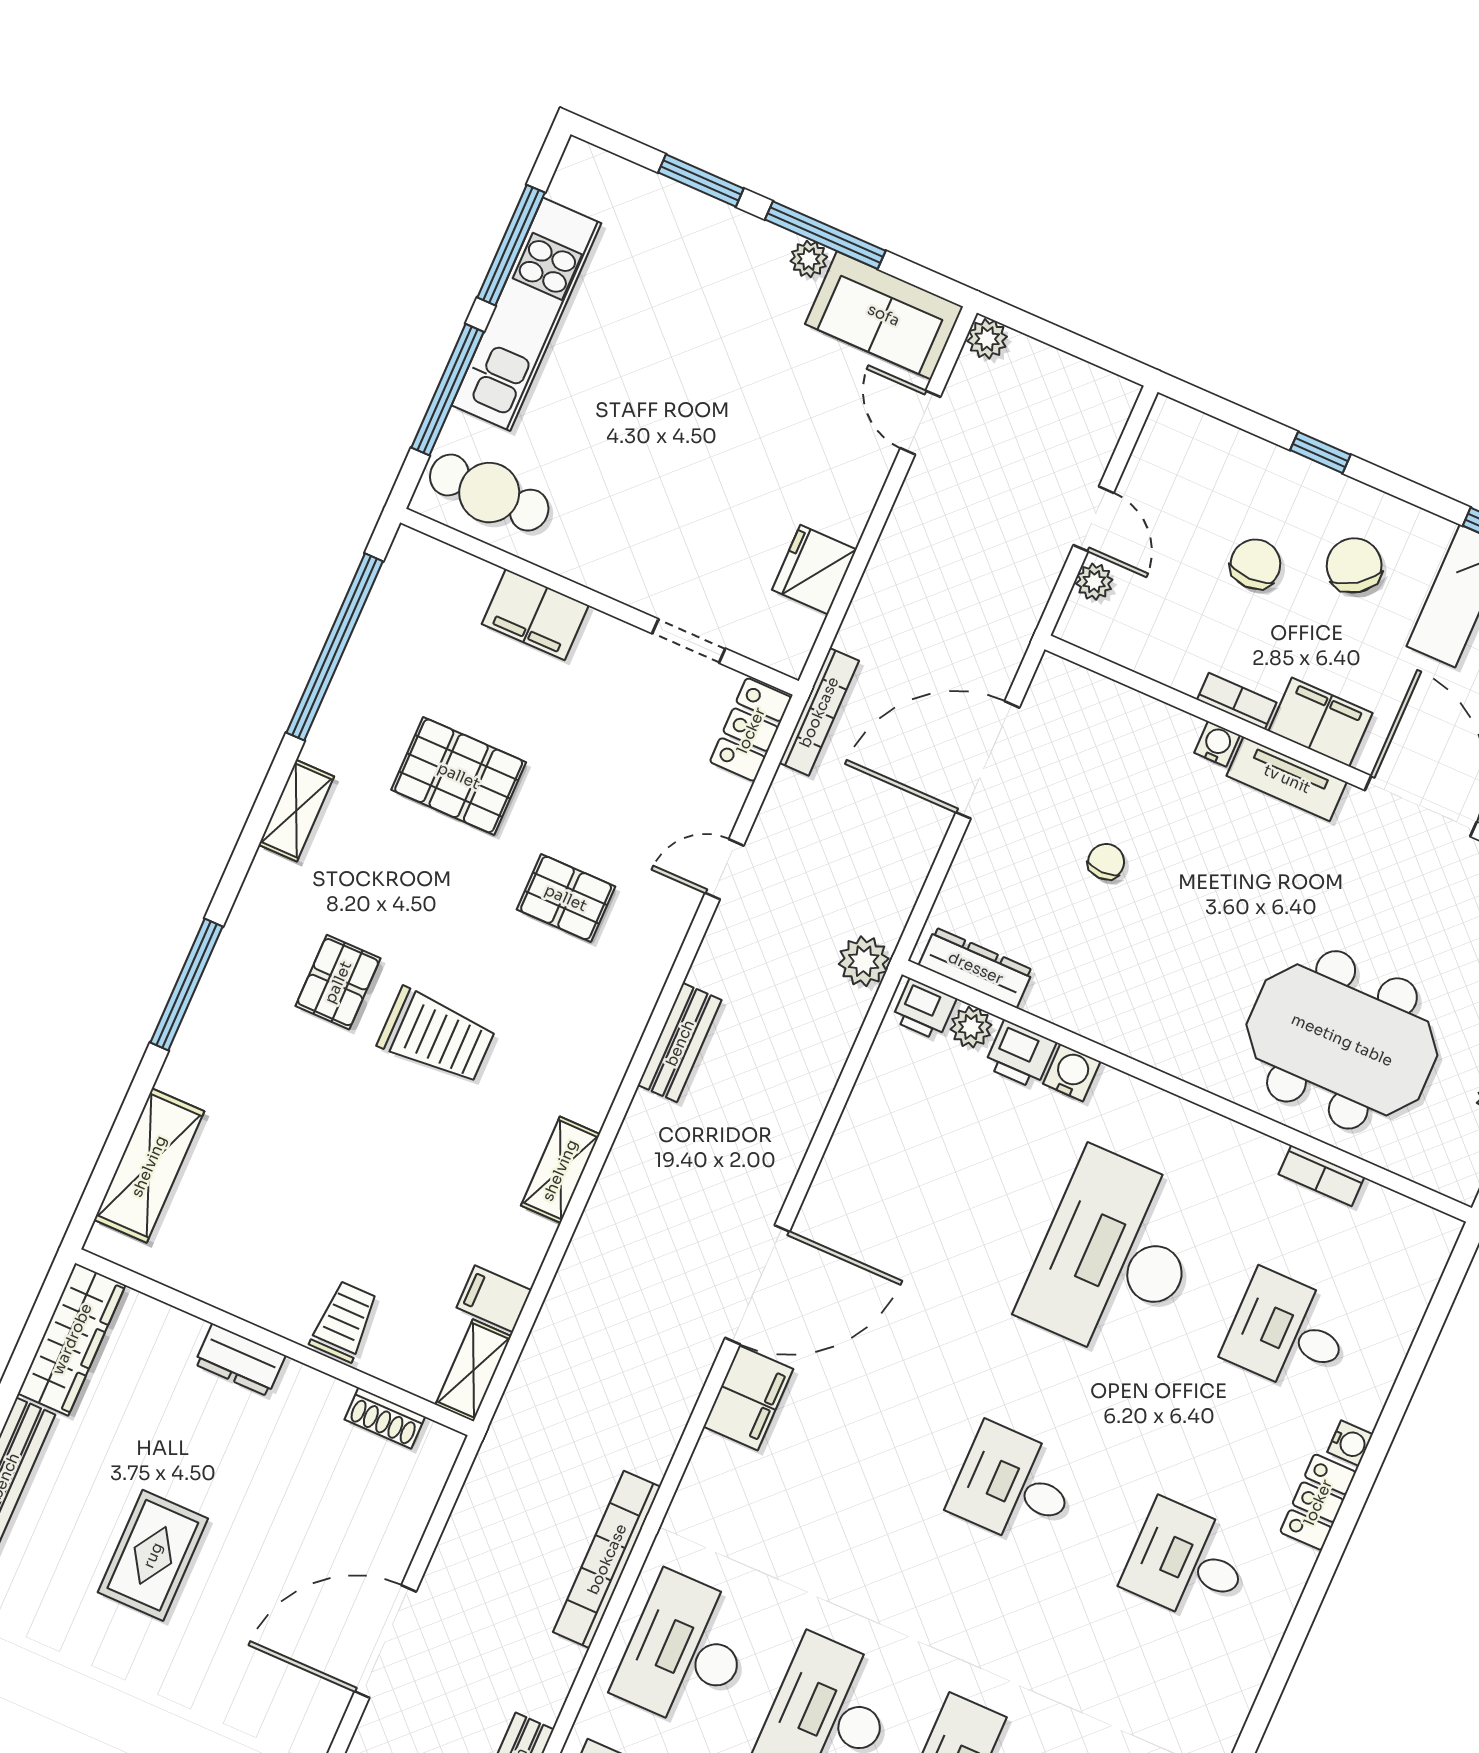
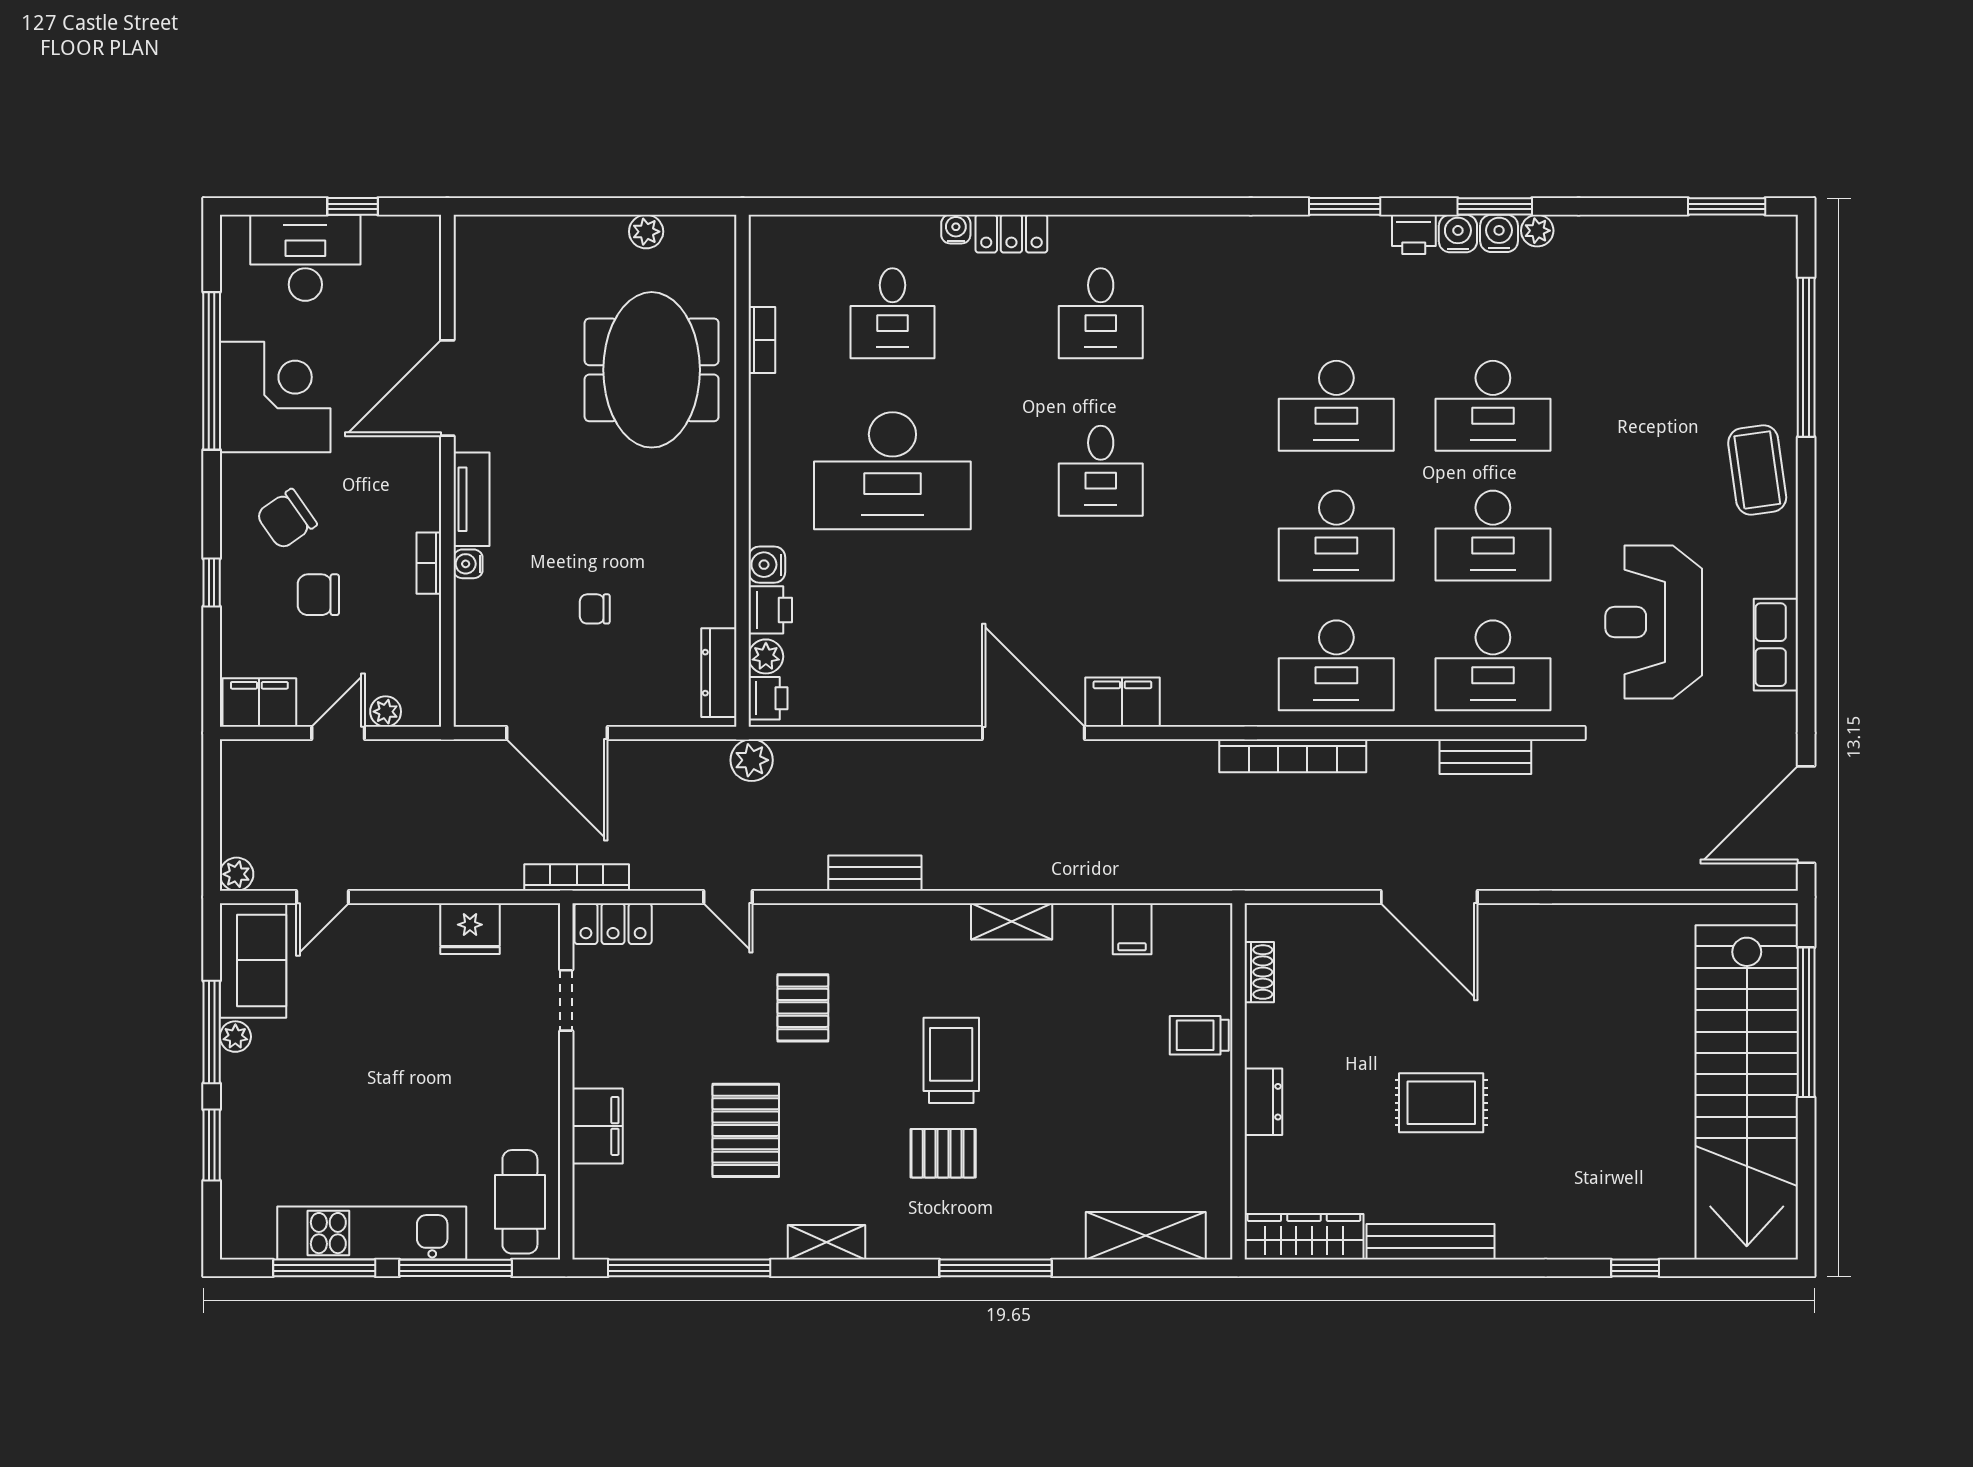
filing cabinet: (1320, 722) -> (259, 702), moved, turned 90
shelving: (473, 1370) -> (1193, 921), removed

